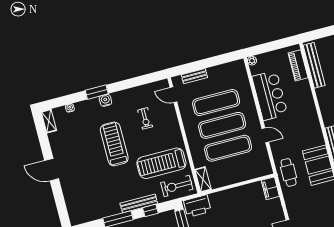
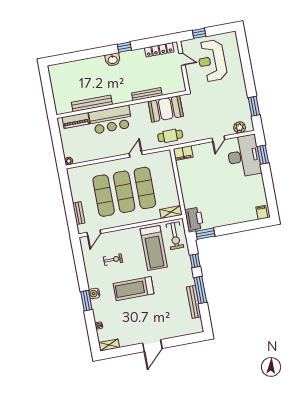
bench: (314, 65) -> (92, 103), moved
bar counter: (270, 95) -> (111, 120), moved, turned 180
bench: (139, 203) -> (194, 302), moved

